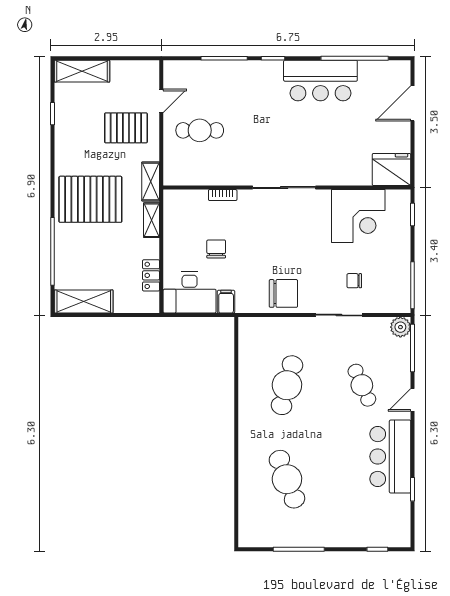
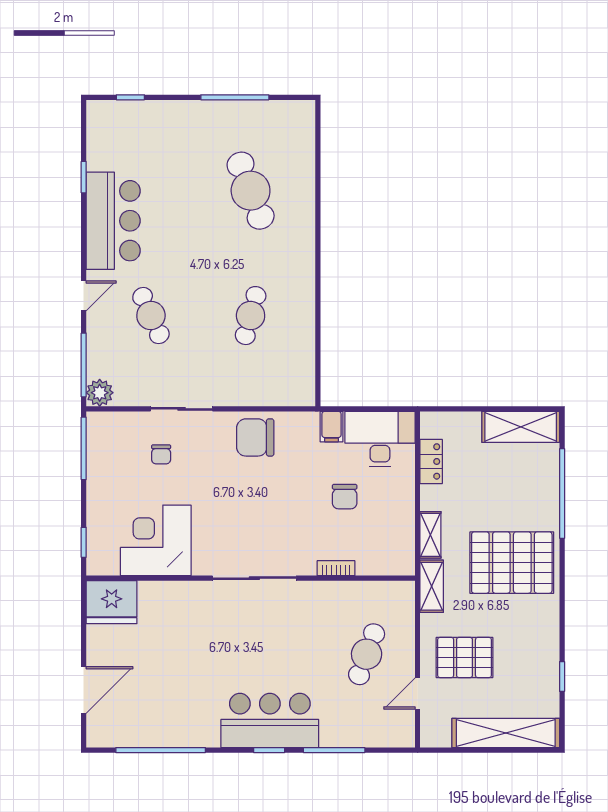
shelving: (82, 71) -> (506, 733), width x1.47
bar counter: (320, 81) -> (270, 720), moved
cafe table: (200, 130) -> (367, 654), turned -70
chair: (354, 281) -> (161, 454), turned 90
cafe table: (287, 385) -> (251, 316), width x0.73, depth x0.74

